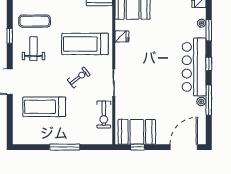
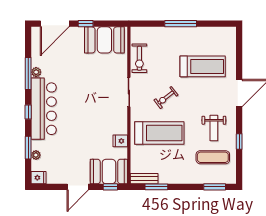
exercise bike: (104, 115) -> (139, 58), turned 180
window: (137, 147) -> (86, 24), moved

